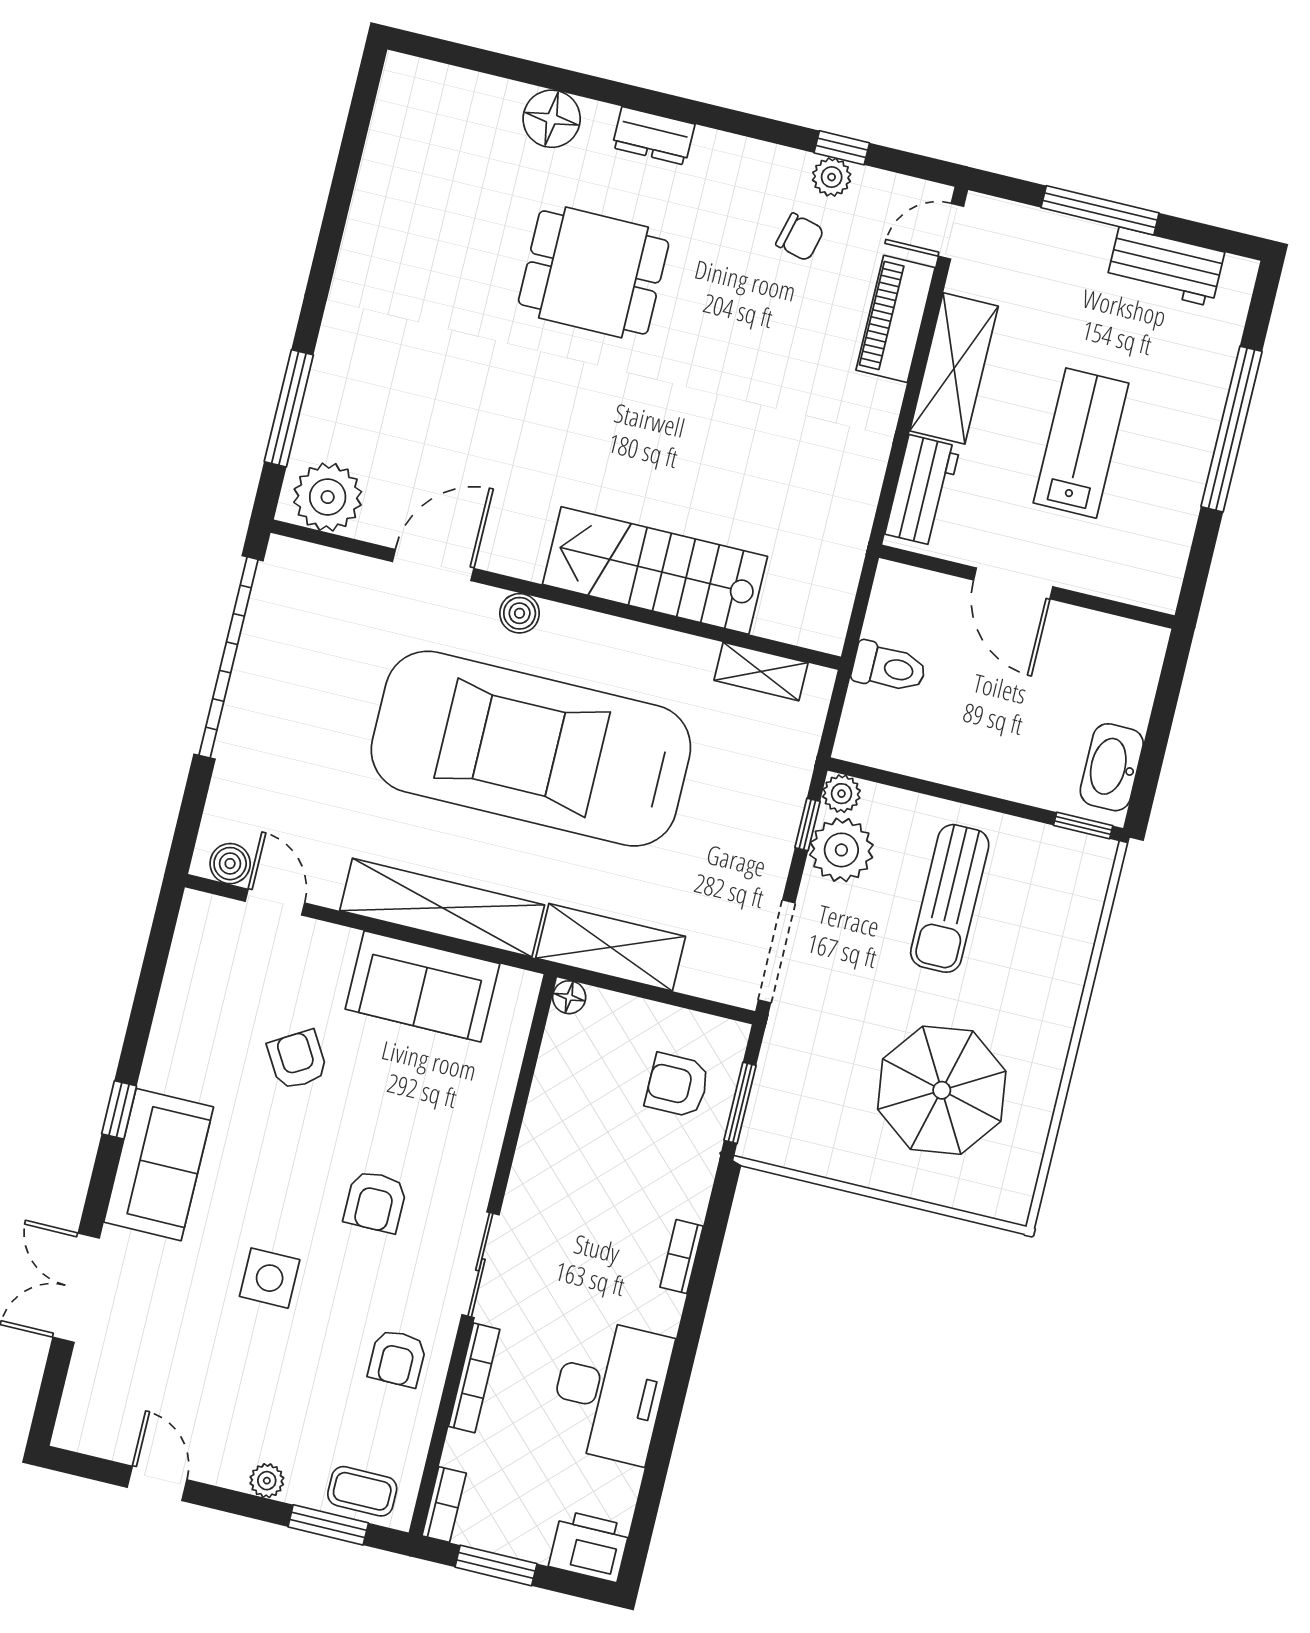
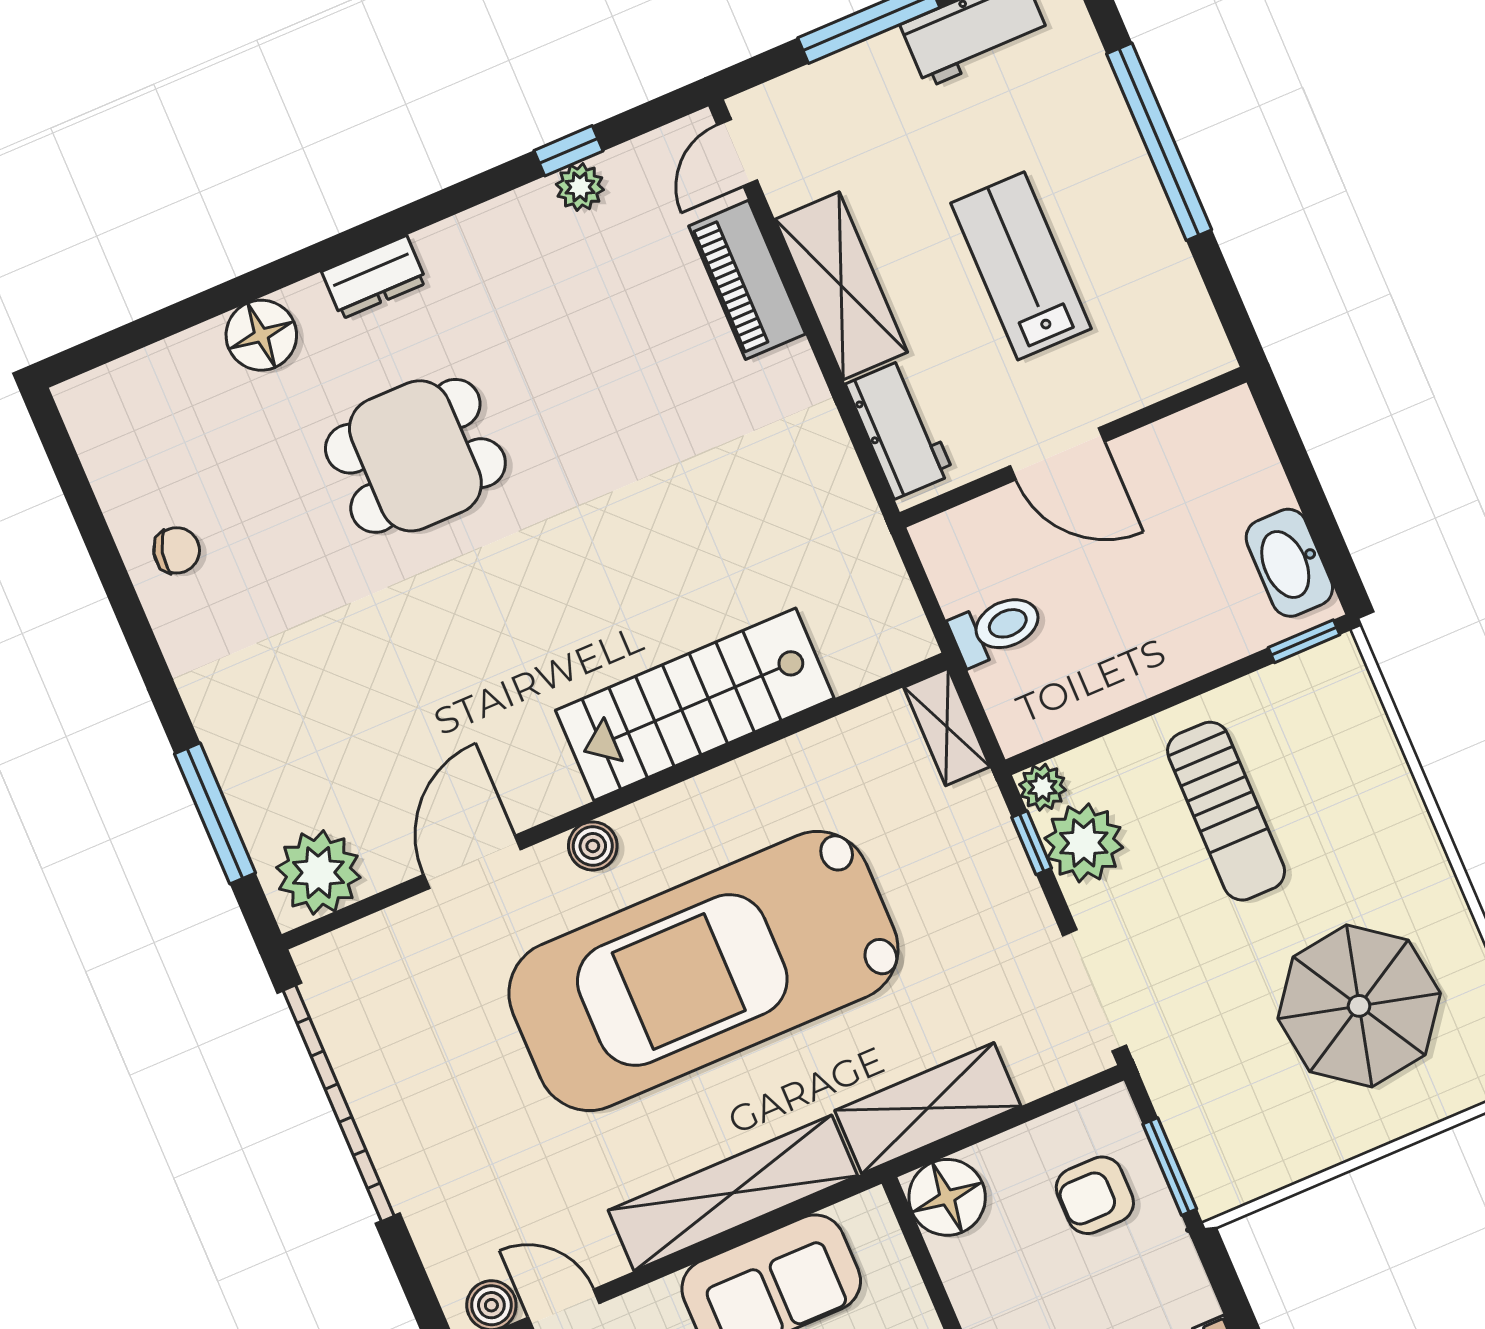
chair: (800, 237) -> (177, 550), moved
shelving: (761, 672) -> (947, 727), moved, turned 90
floor lamp: (569, 997) -> (947, 1197), width x1.89, depth x1.89

